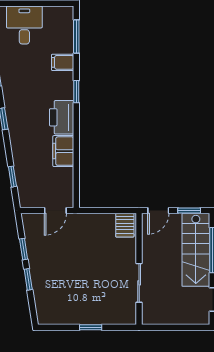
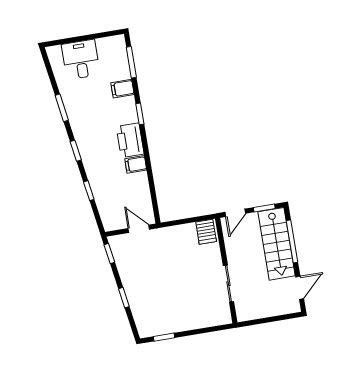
filing cabinet: (63, 151) -> (136, 164), width x0.50
window: (12, 177) -> (89, 191), moved
door: (55, 211) -> (139, 229), swing flipped
window: (24, 249) -> (109, 253), moved
window: (91, 327) -> (164, 337), moved

